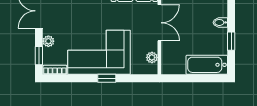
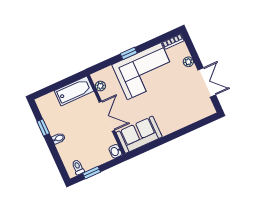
double door: (159, 23) -> (107, 116), swing flipped
window: (39, 56) -> (191, 47), removed
bathtub: (207, 65) -> (74, 91), moved

